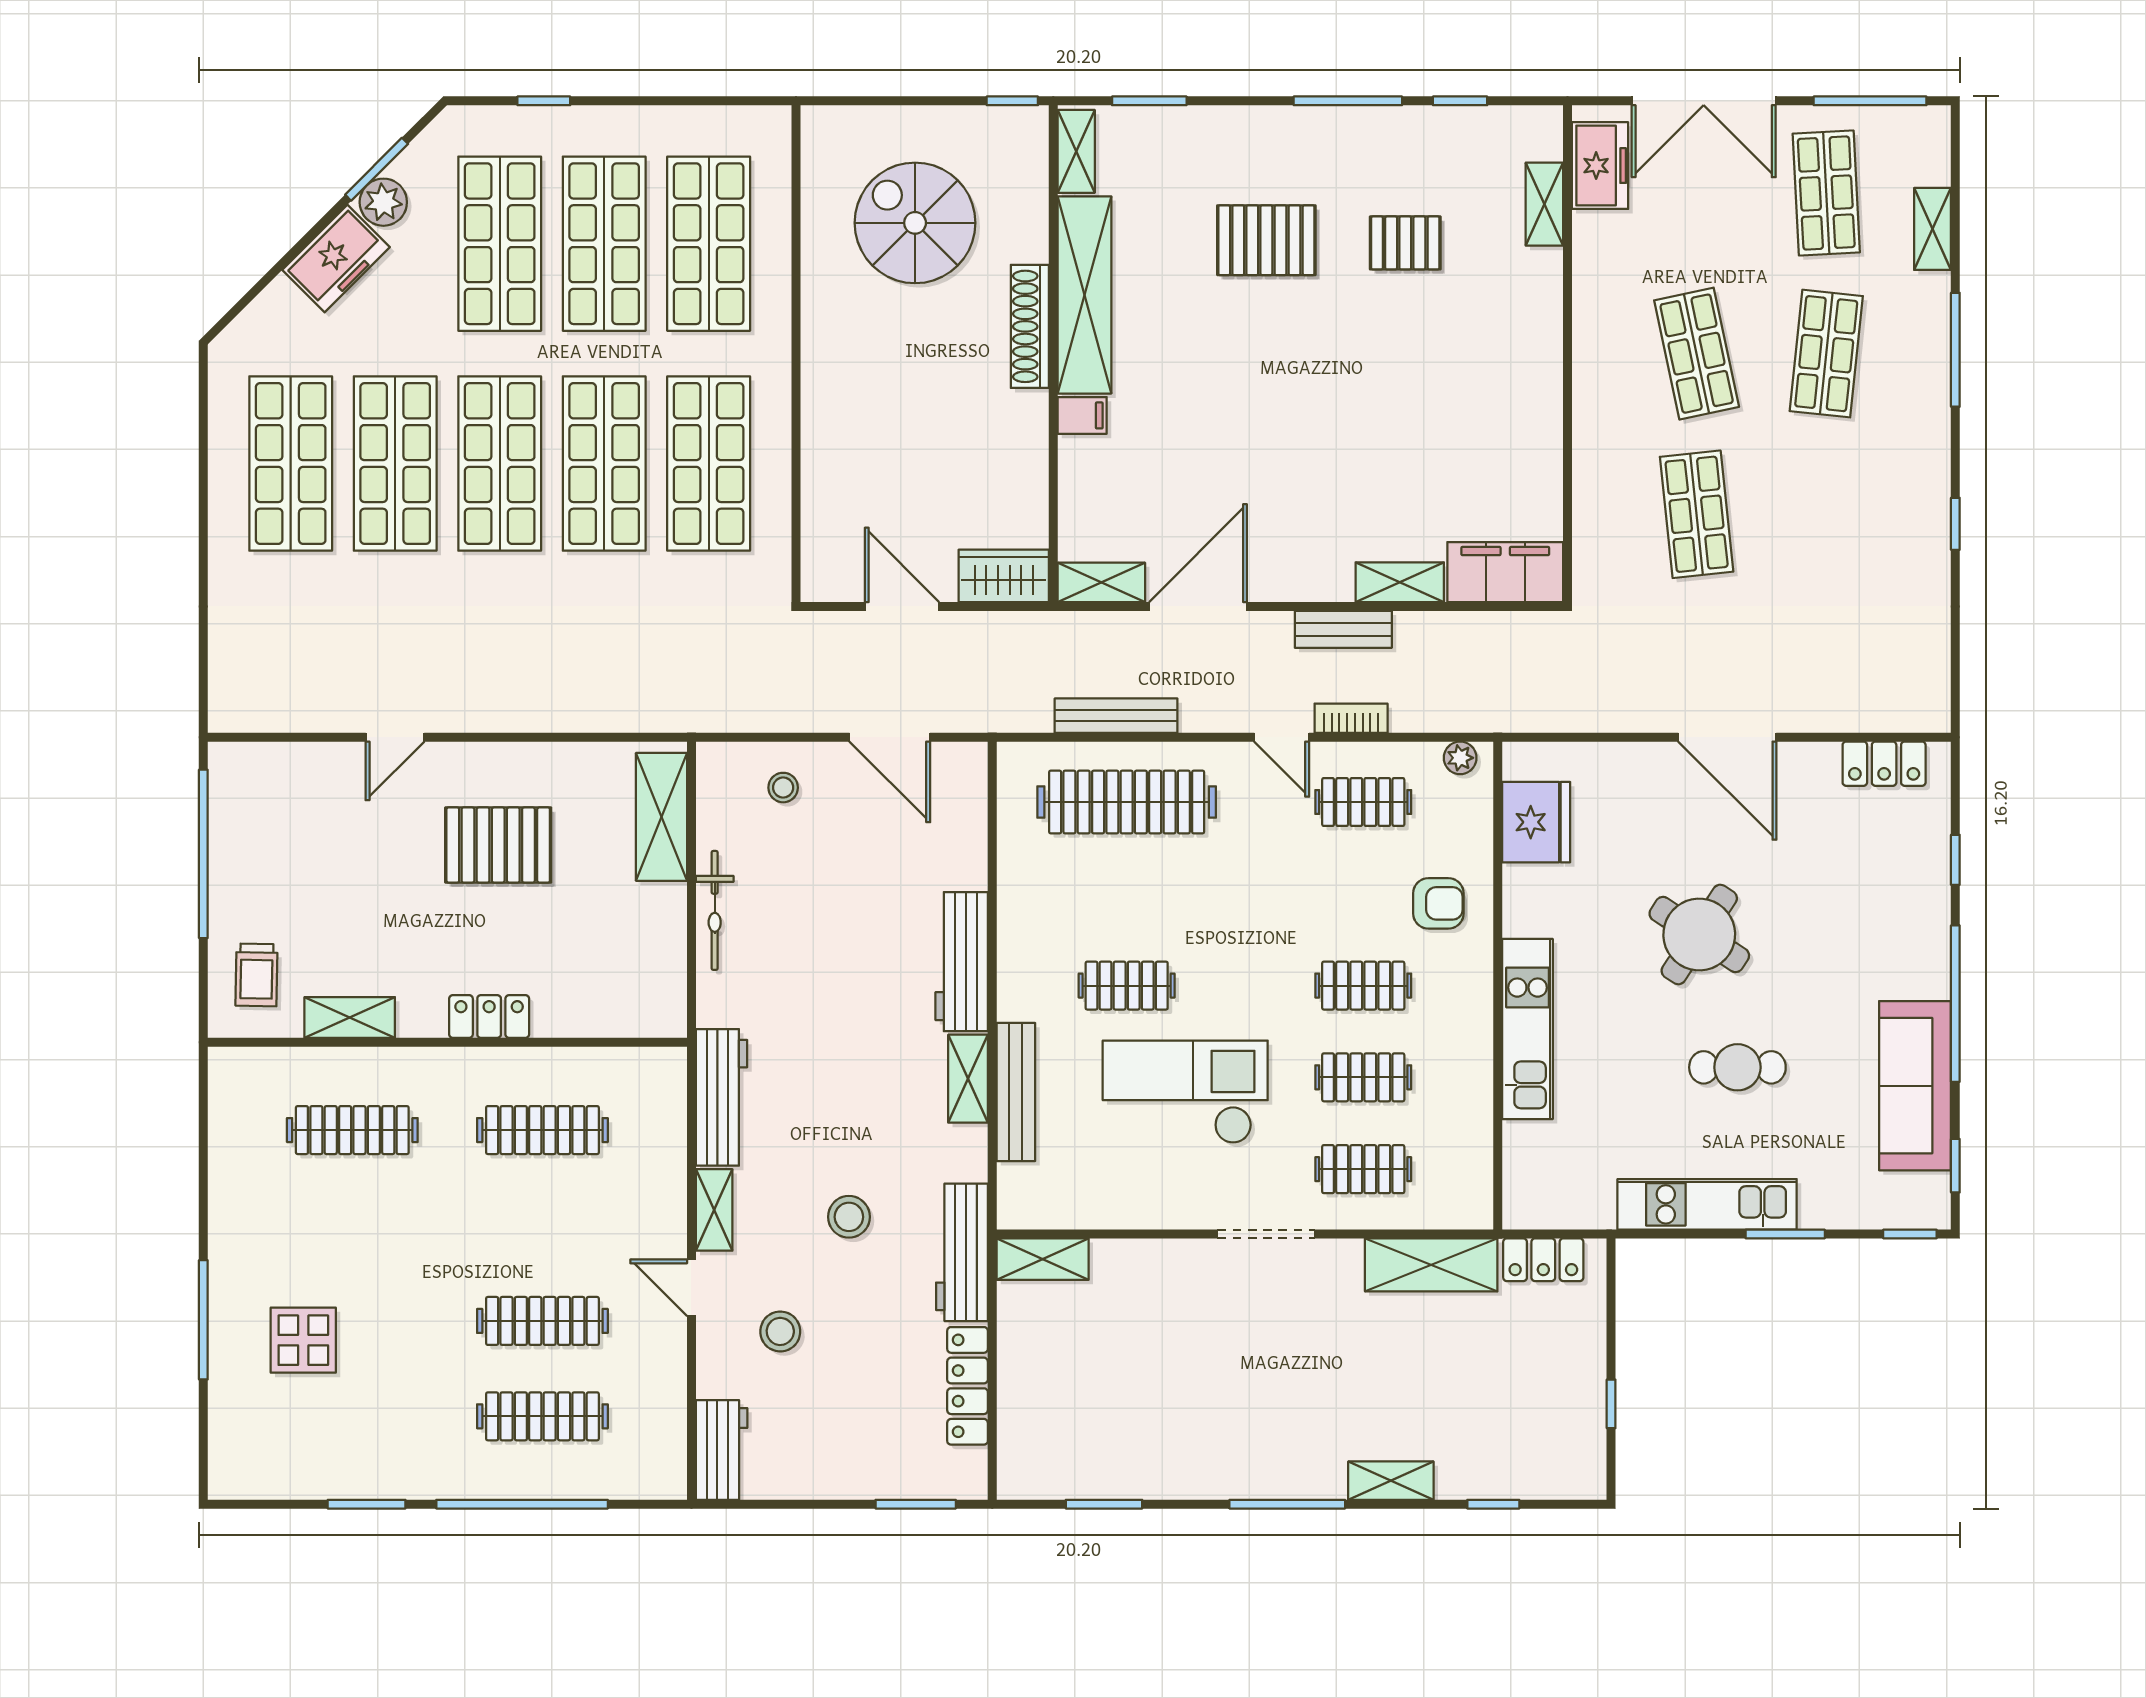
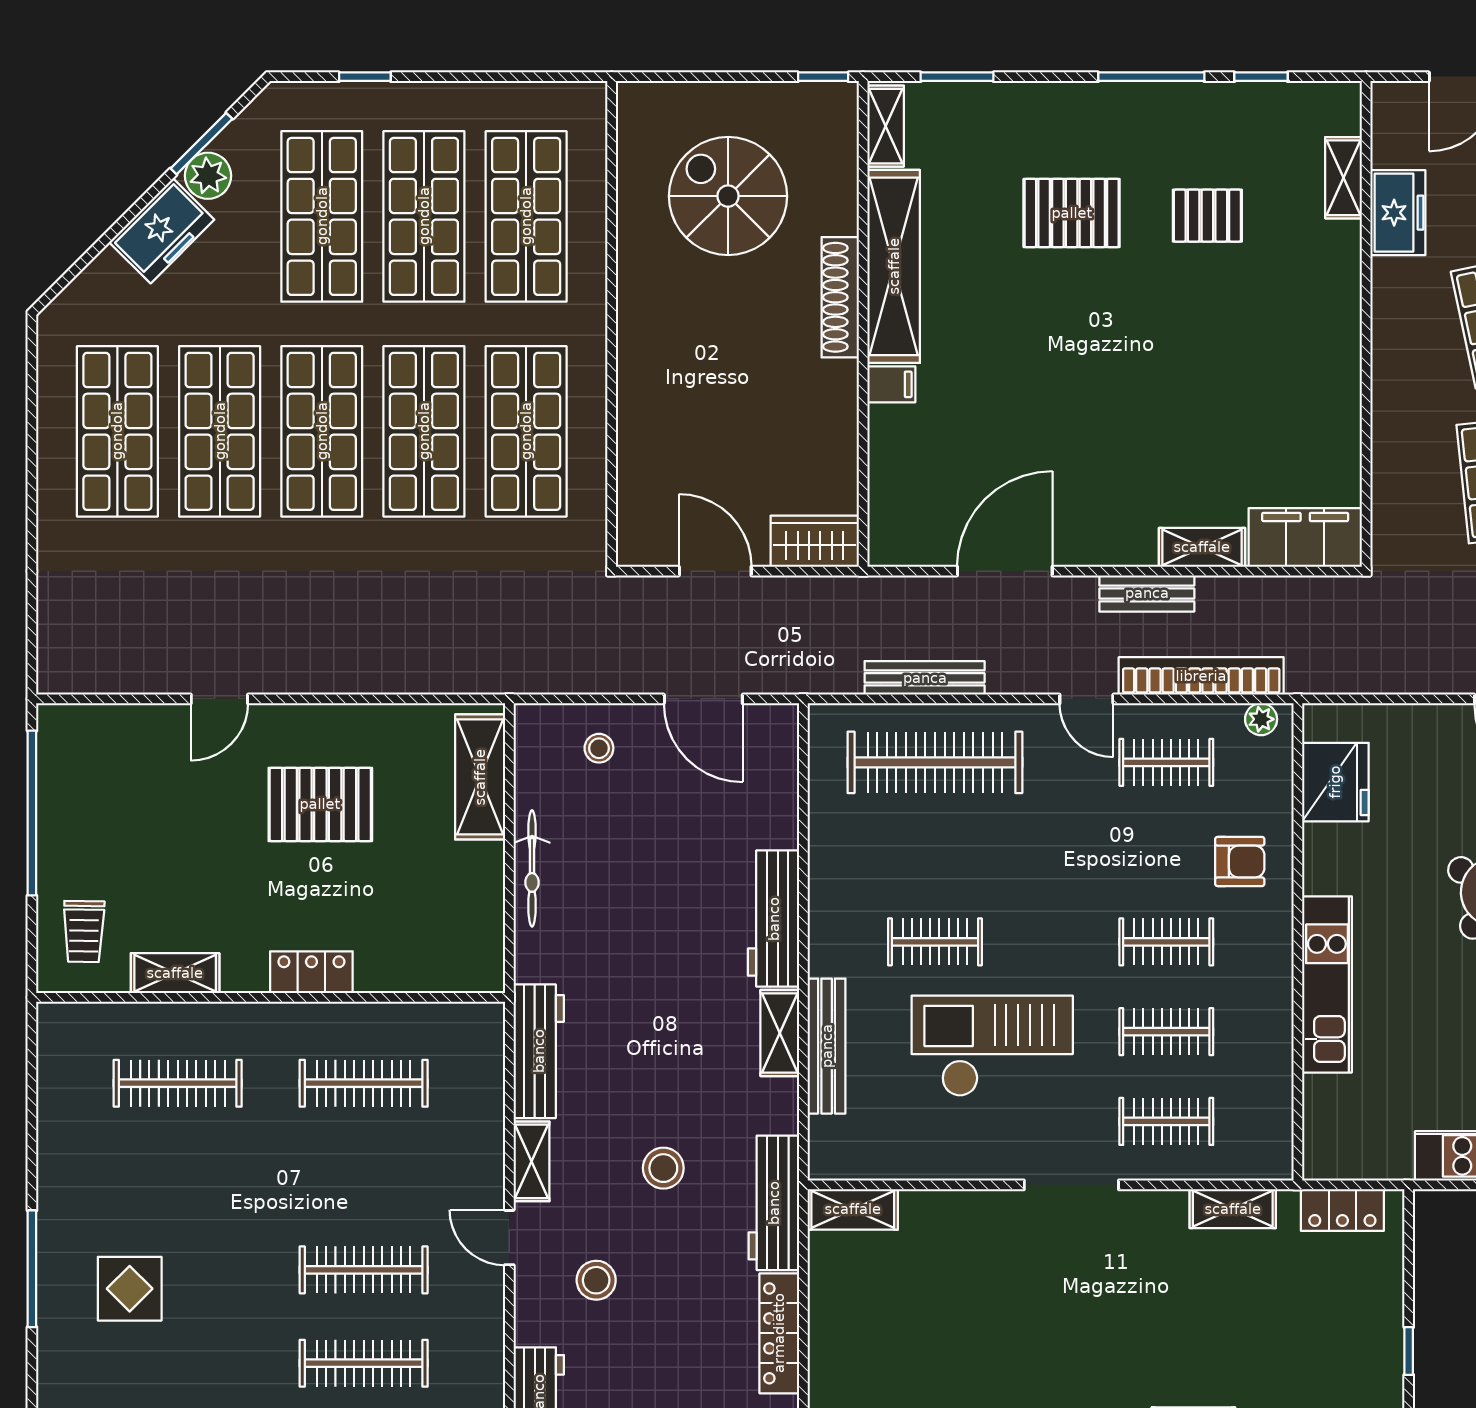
freezer: (1600, 166) -> (1398, 213), moved
shelving: (1101, 582) -> (910, 548), removed
bookcase: (1351, 718) -> (1201, 676), width x2.31, depth x1.31
shelving: (1431, 1265) -> (1233, 1209), width x0.67, depth x0.75

